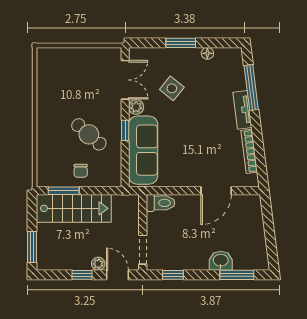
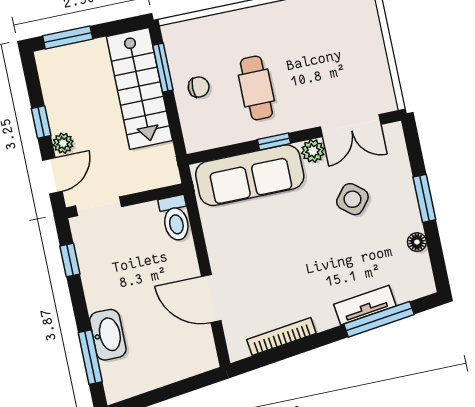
tv unit: (242, 110) -> (365, 305), moved
cafe table: (89, 134) -> (256, 88), turned -41
chair: (81, 171) -> (199, 87), turned 180
washbasin: (221, 261) -> (108, 335), width x1.38

